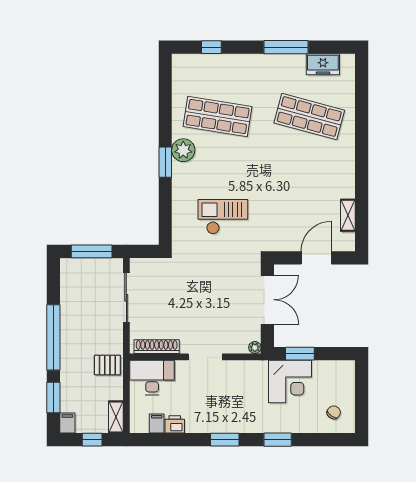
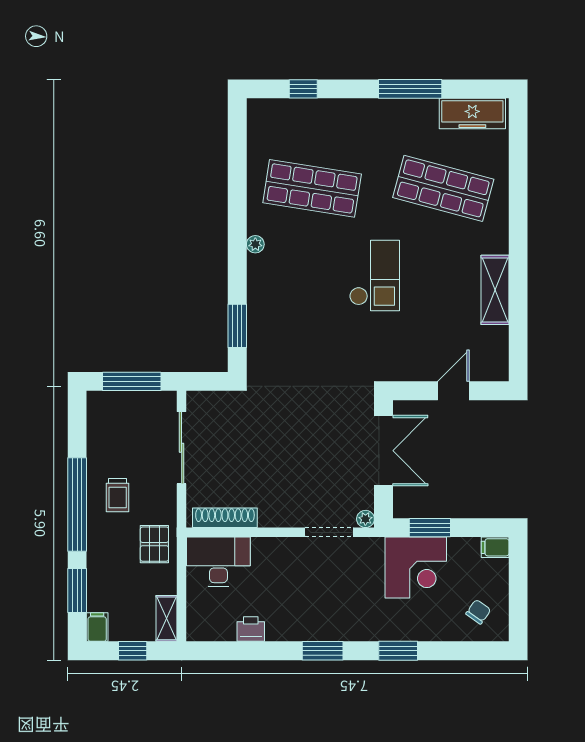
freezer: (323, 64) -> (472, 114), width x1.40
plant: (183, 150) -> (255, 244), width x0.53, depth x0.53
window: (165, 162) -> (237, 326), moved
shelving: (348, 215) -> (495, 290), moved, width x1.50, depth x1.33
checkout: (223, 217) -> (374, 276), moved, turned 90
door: (316, 258) -> (453, 391), width x0.73
trolley: (82, 331) -> (118, 495), added
doorway: (205, 357) -> (329, 532), moved
pallet: (107, 365) -> (154, 544), turned 90
filing cabinet: (157, 423) -> (495, 547), moved, turned -90

